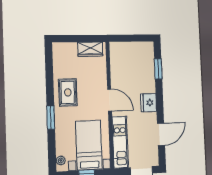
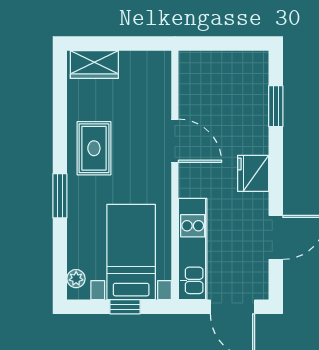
wardrobe: (90, 49) -> (94, 65), moved
door: (110, 100) -> (175, 141), moved

